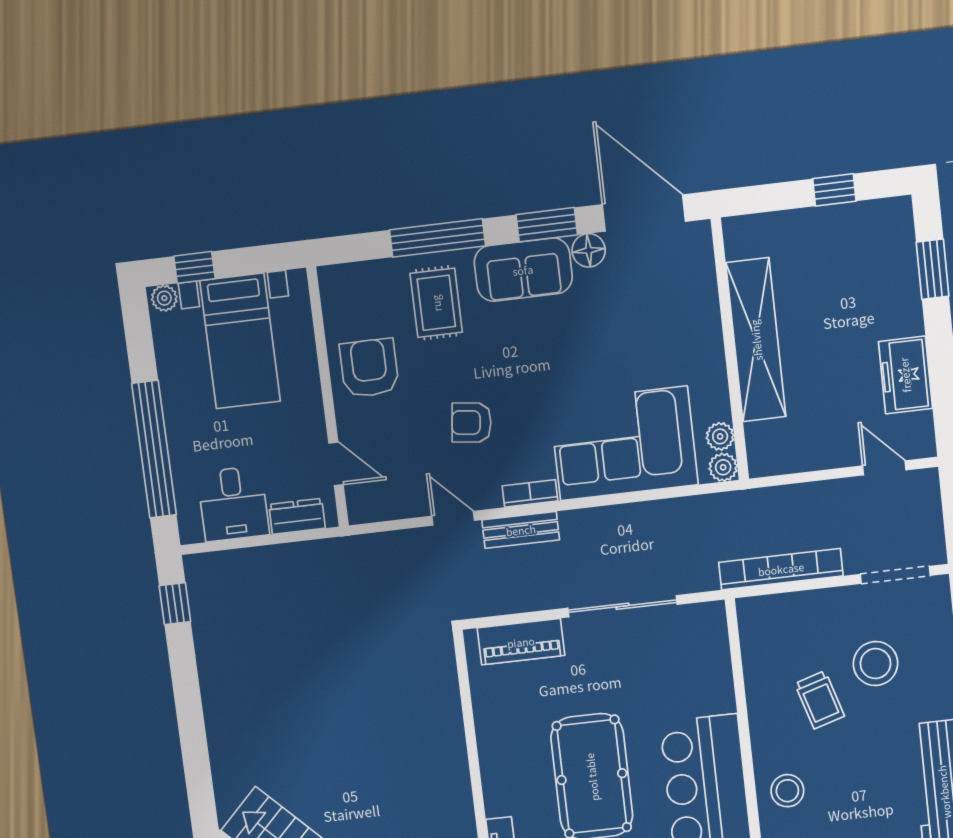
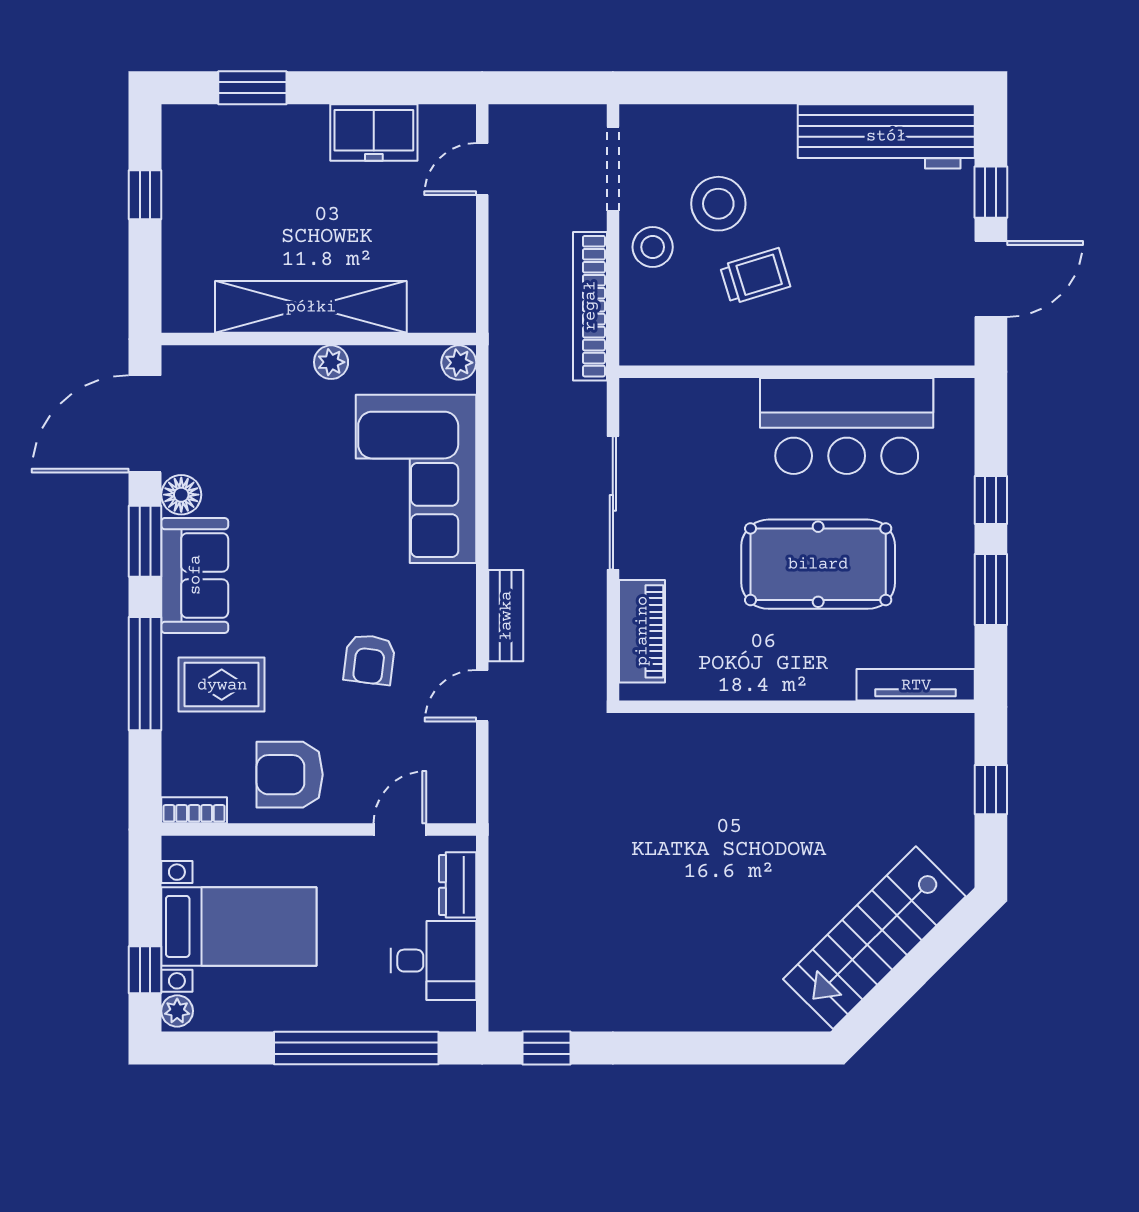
plant: (720, 436) -> (331, 362), moved
bookcase: (530, 493) -> (194, 810), moved, turned 90
stool: (787, 791) -> (653, 247), moved

